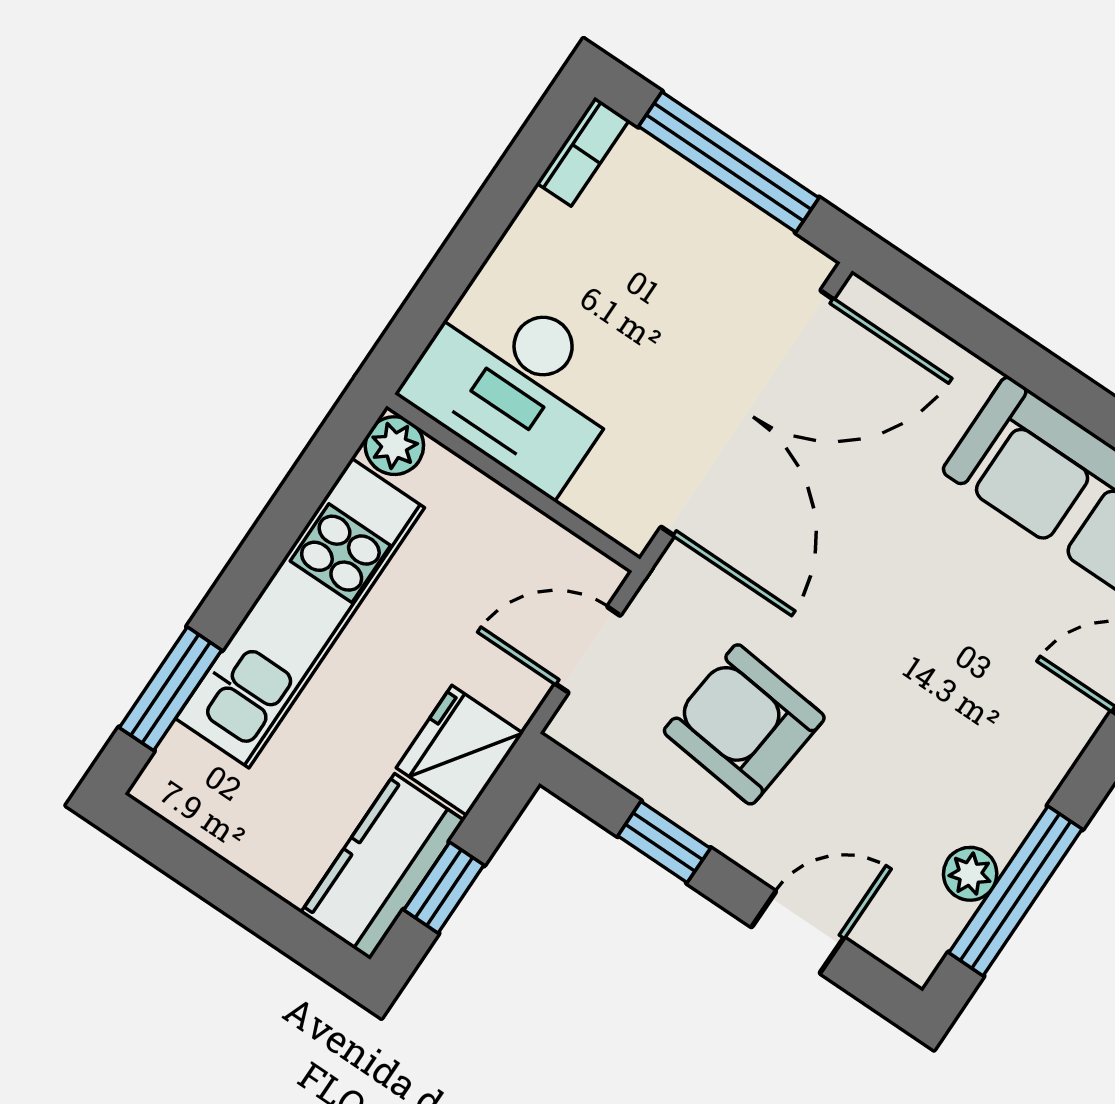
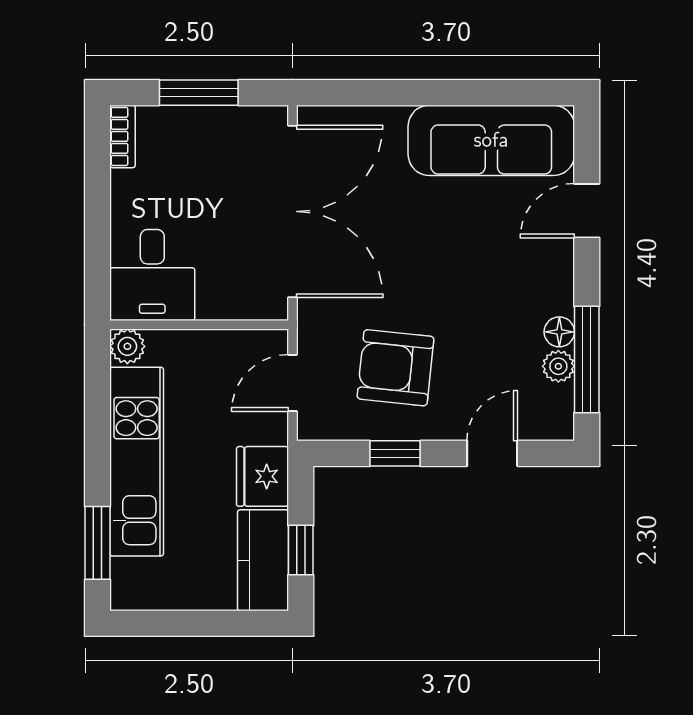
window: (729, 162) -> (199, 93), width x0.69
desk: (517, 385) -> (152, 275), width x0.73
floor lamp: (1003, 827) -> (559, 332), added

